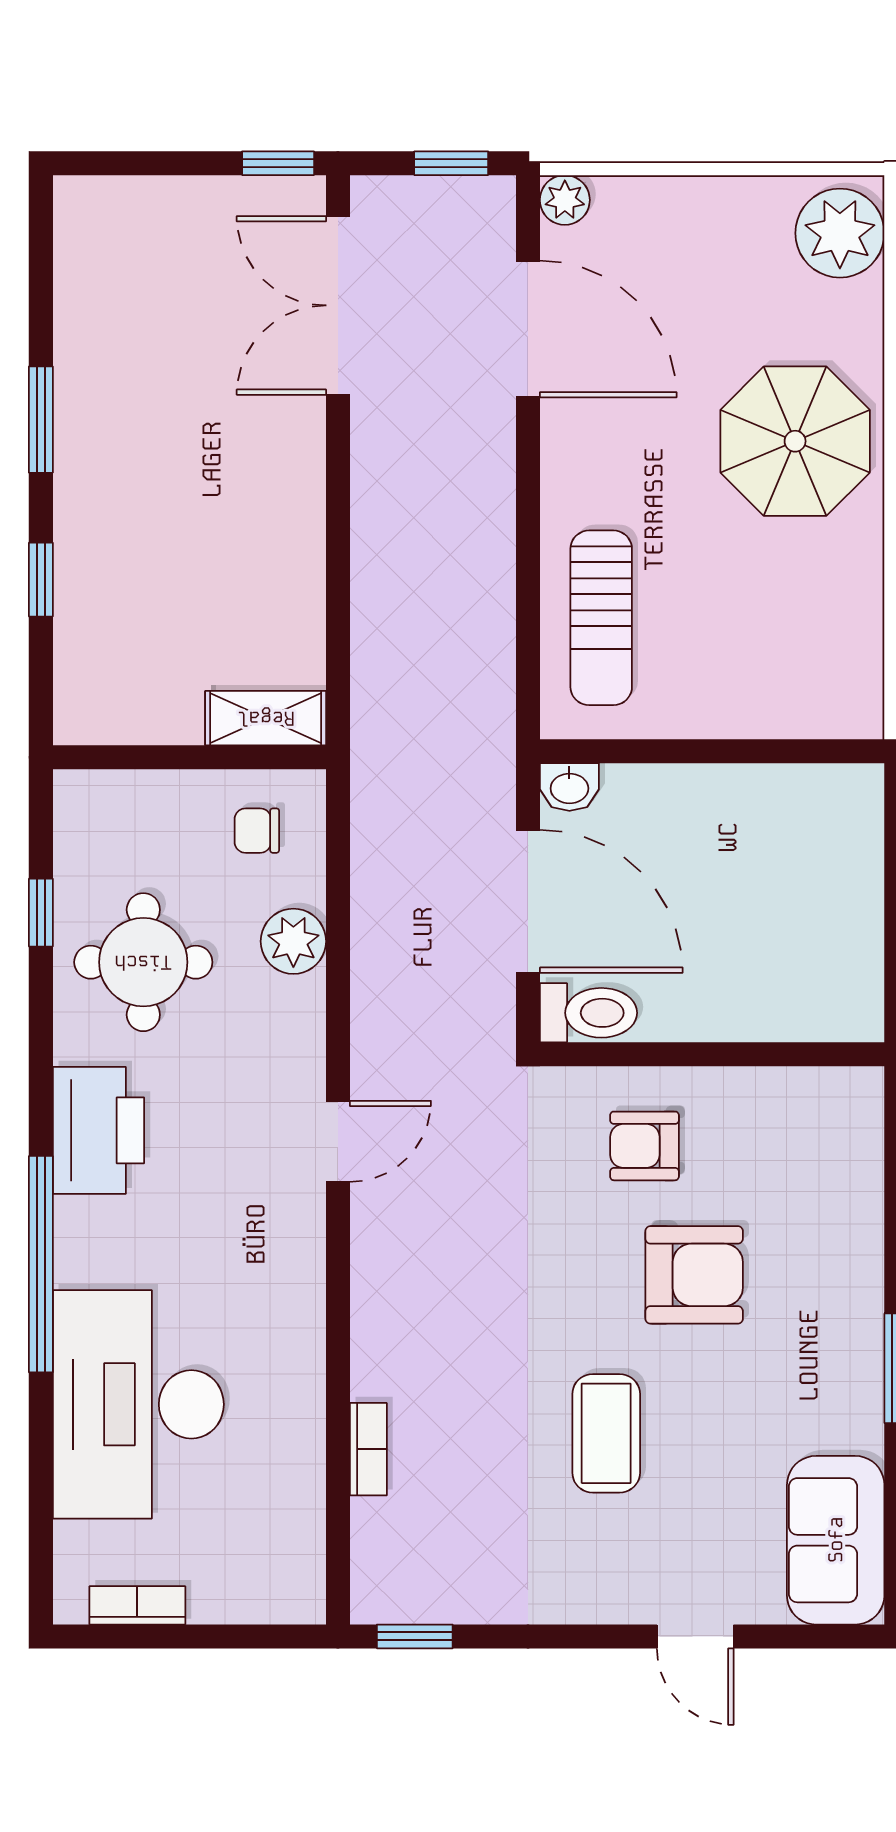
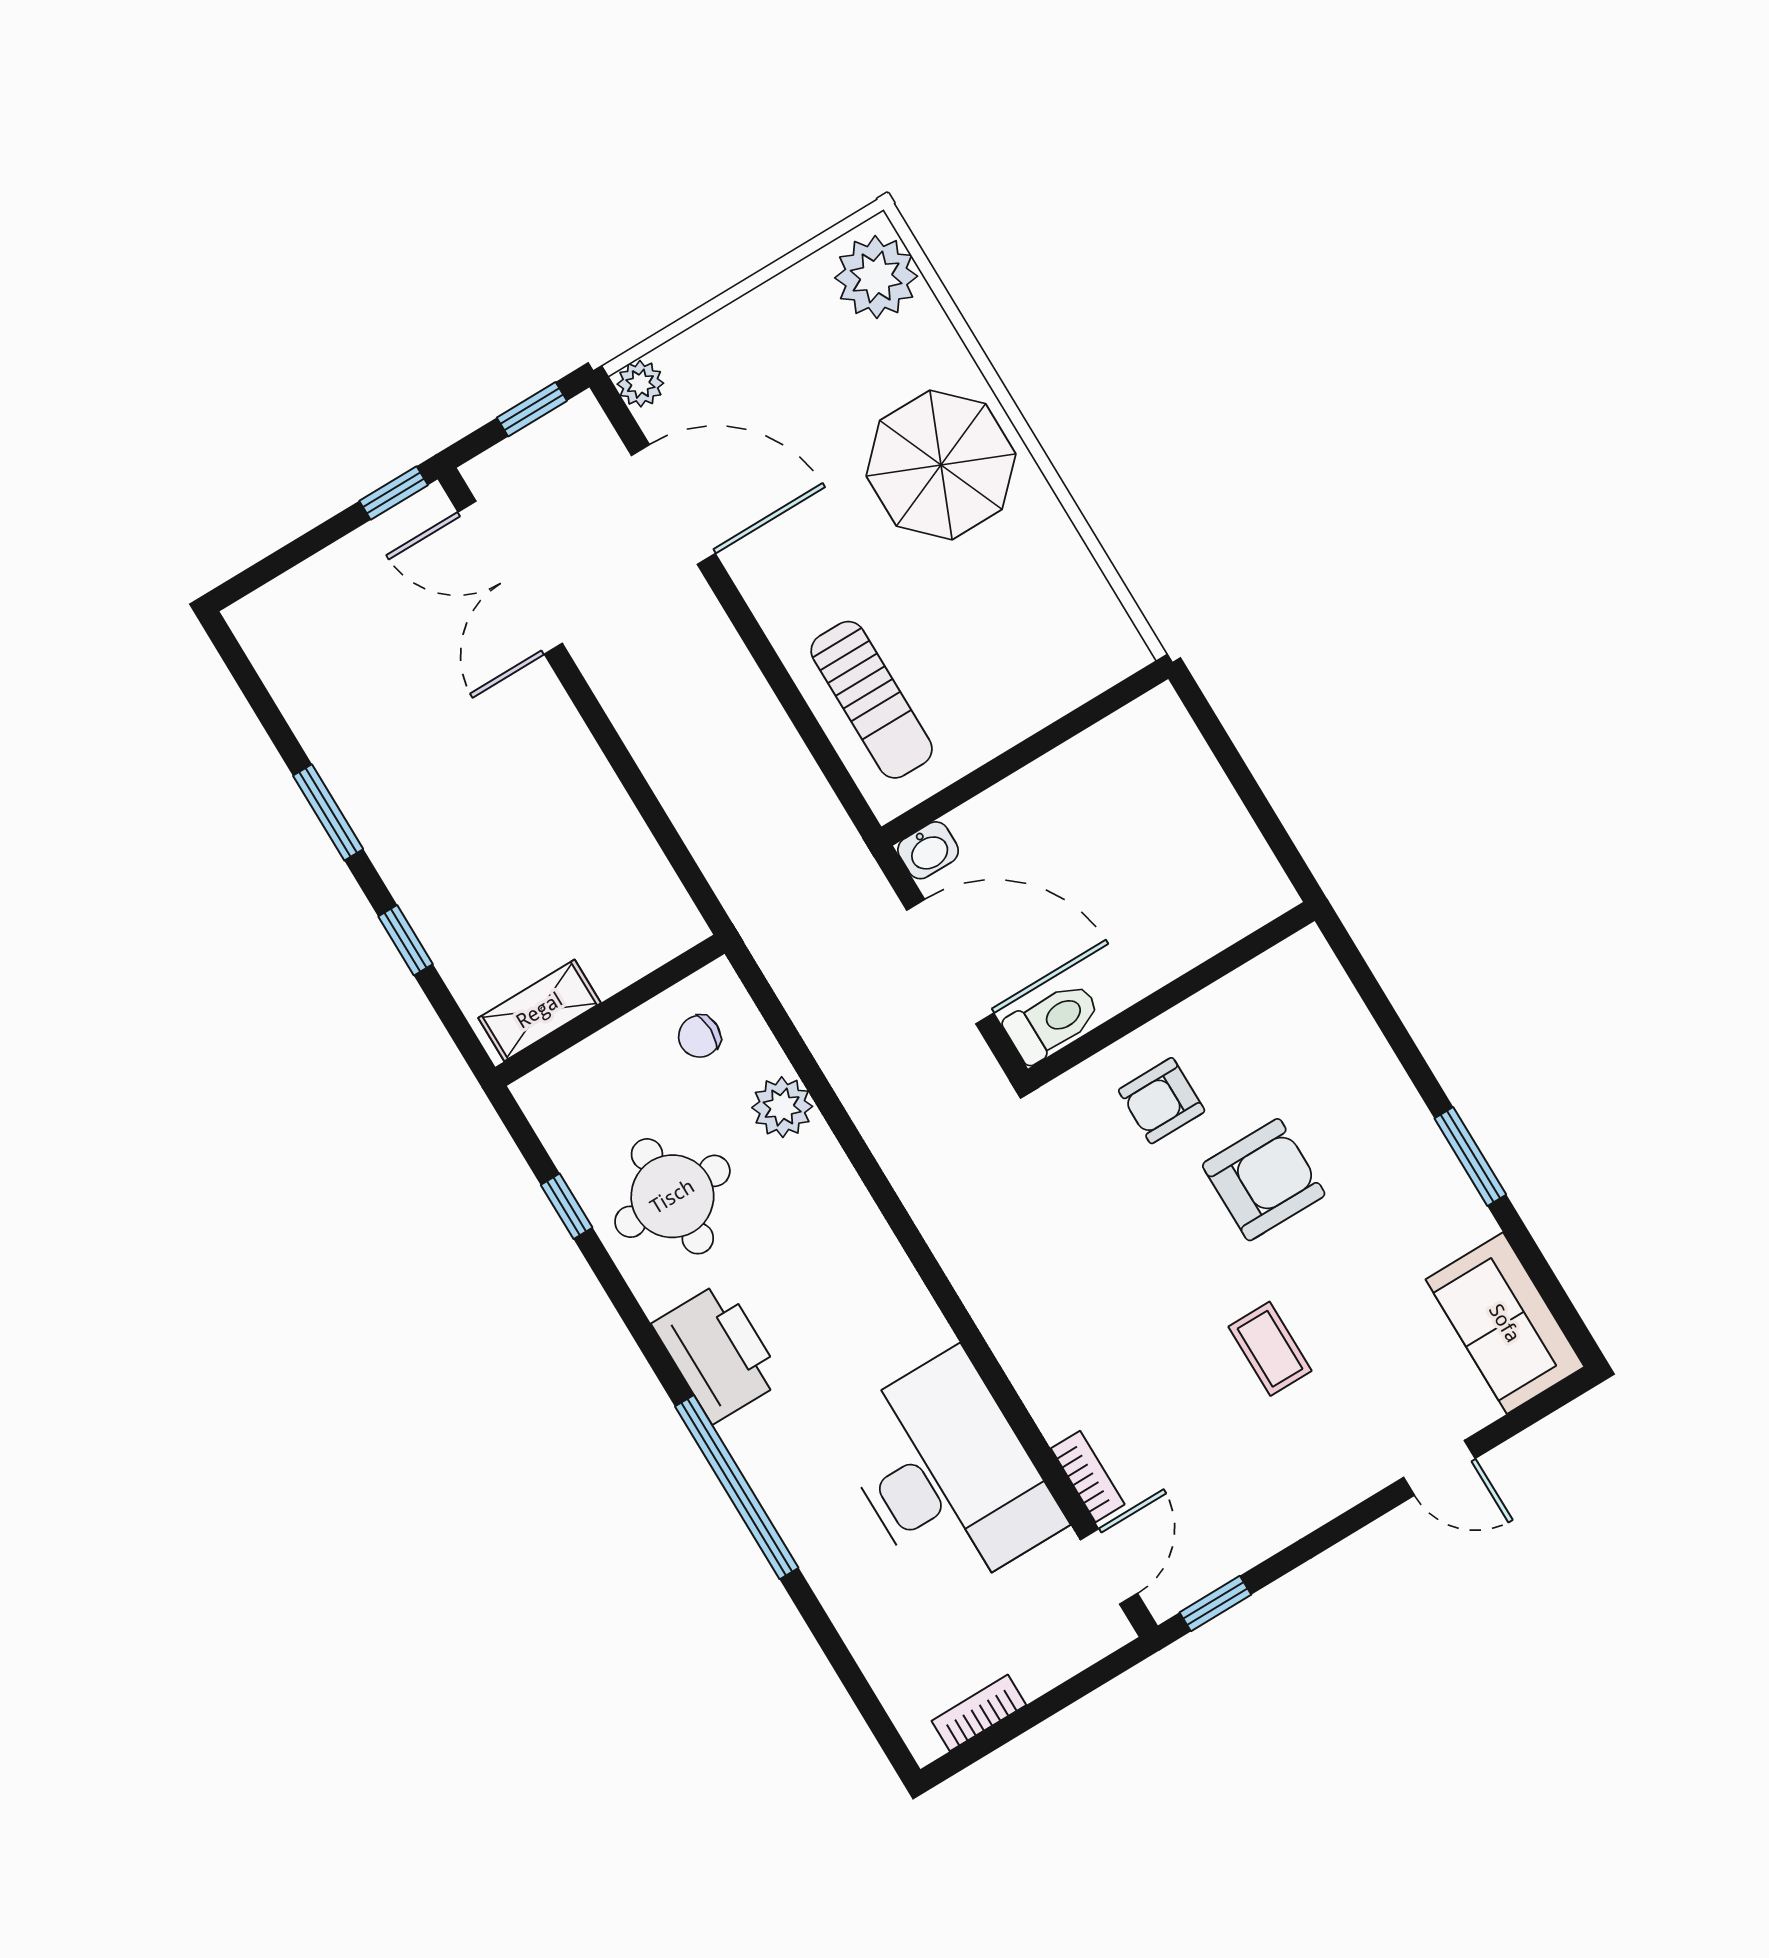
shelving: (266, 718) -> (539, 1010), moved
door: (338, 1141) -> (1109, 1566), moved
desk: (138, 1404) -> (947, 1475), moved, turned 180
coffee table: (606, 1433) -> (1270, 1349), width x0.73, depth x0.77

